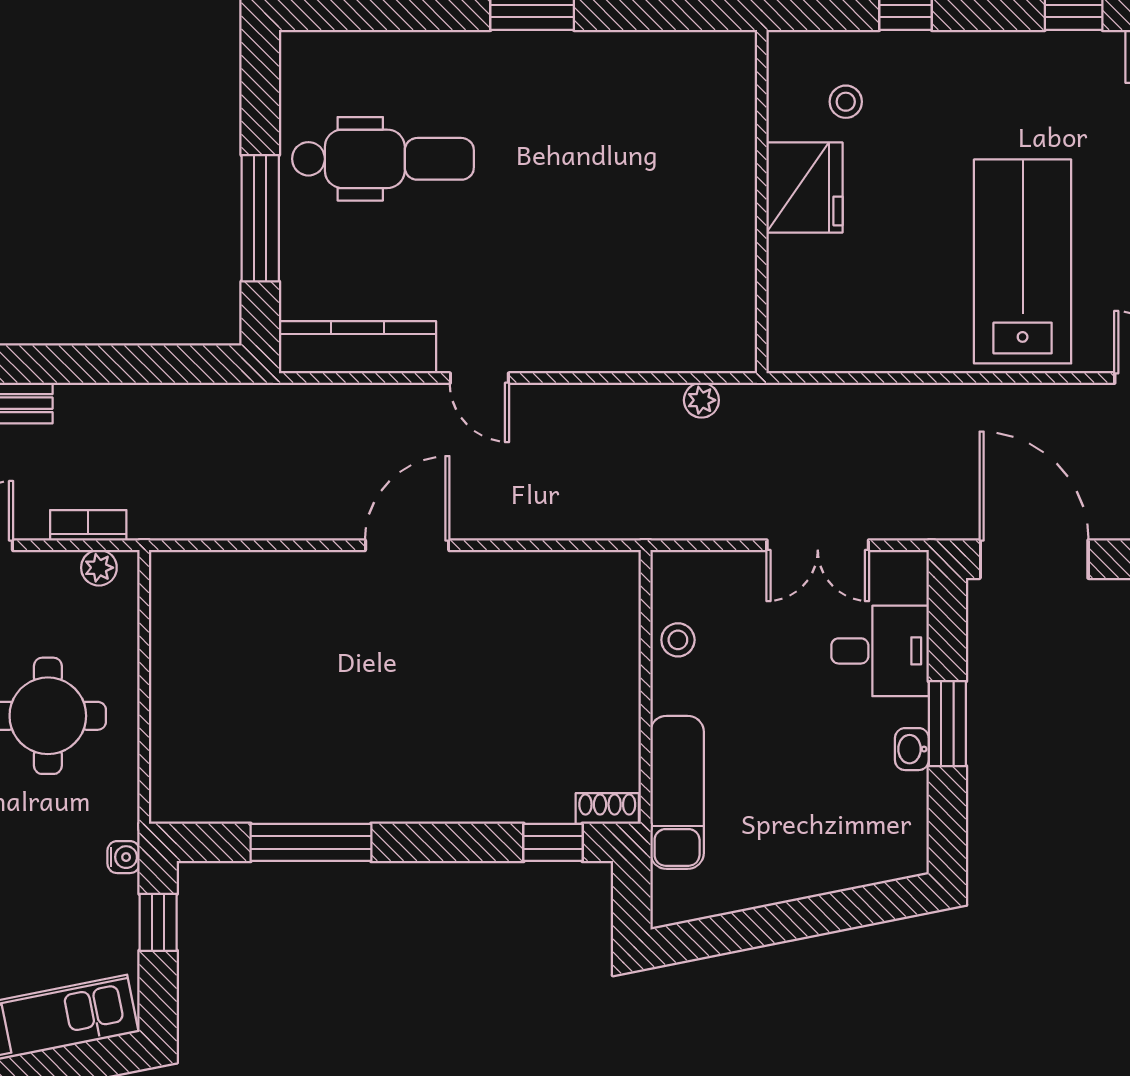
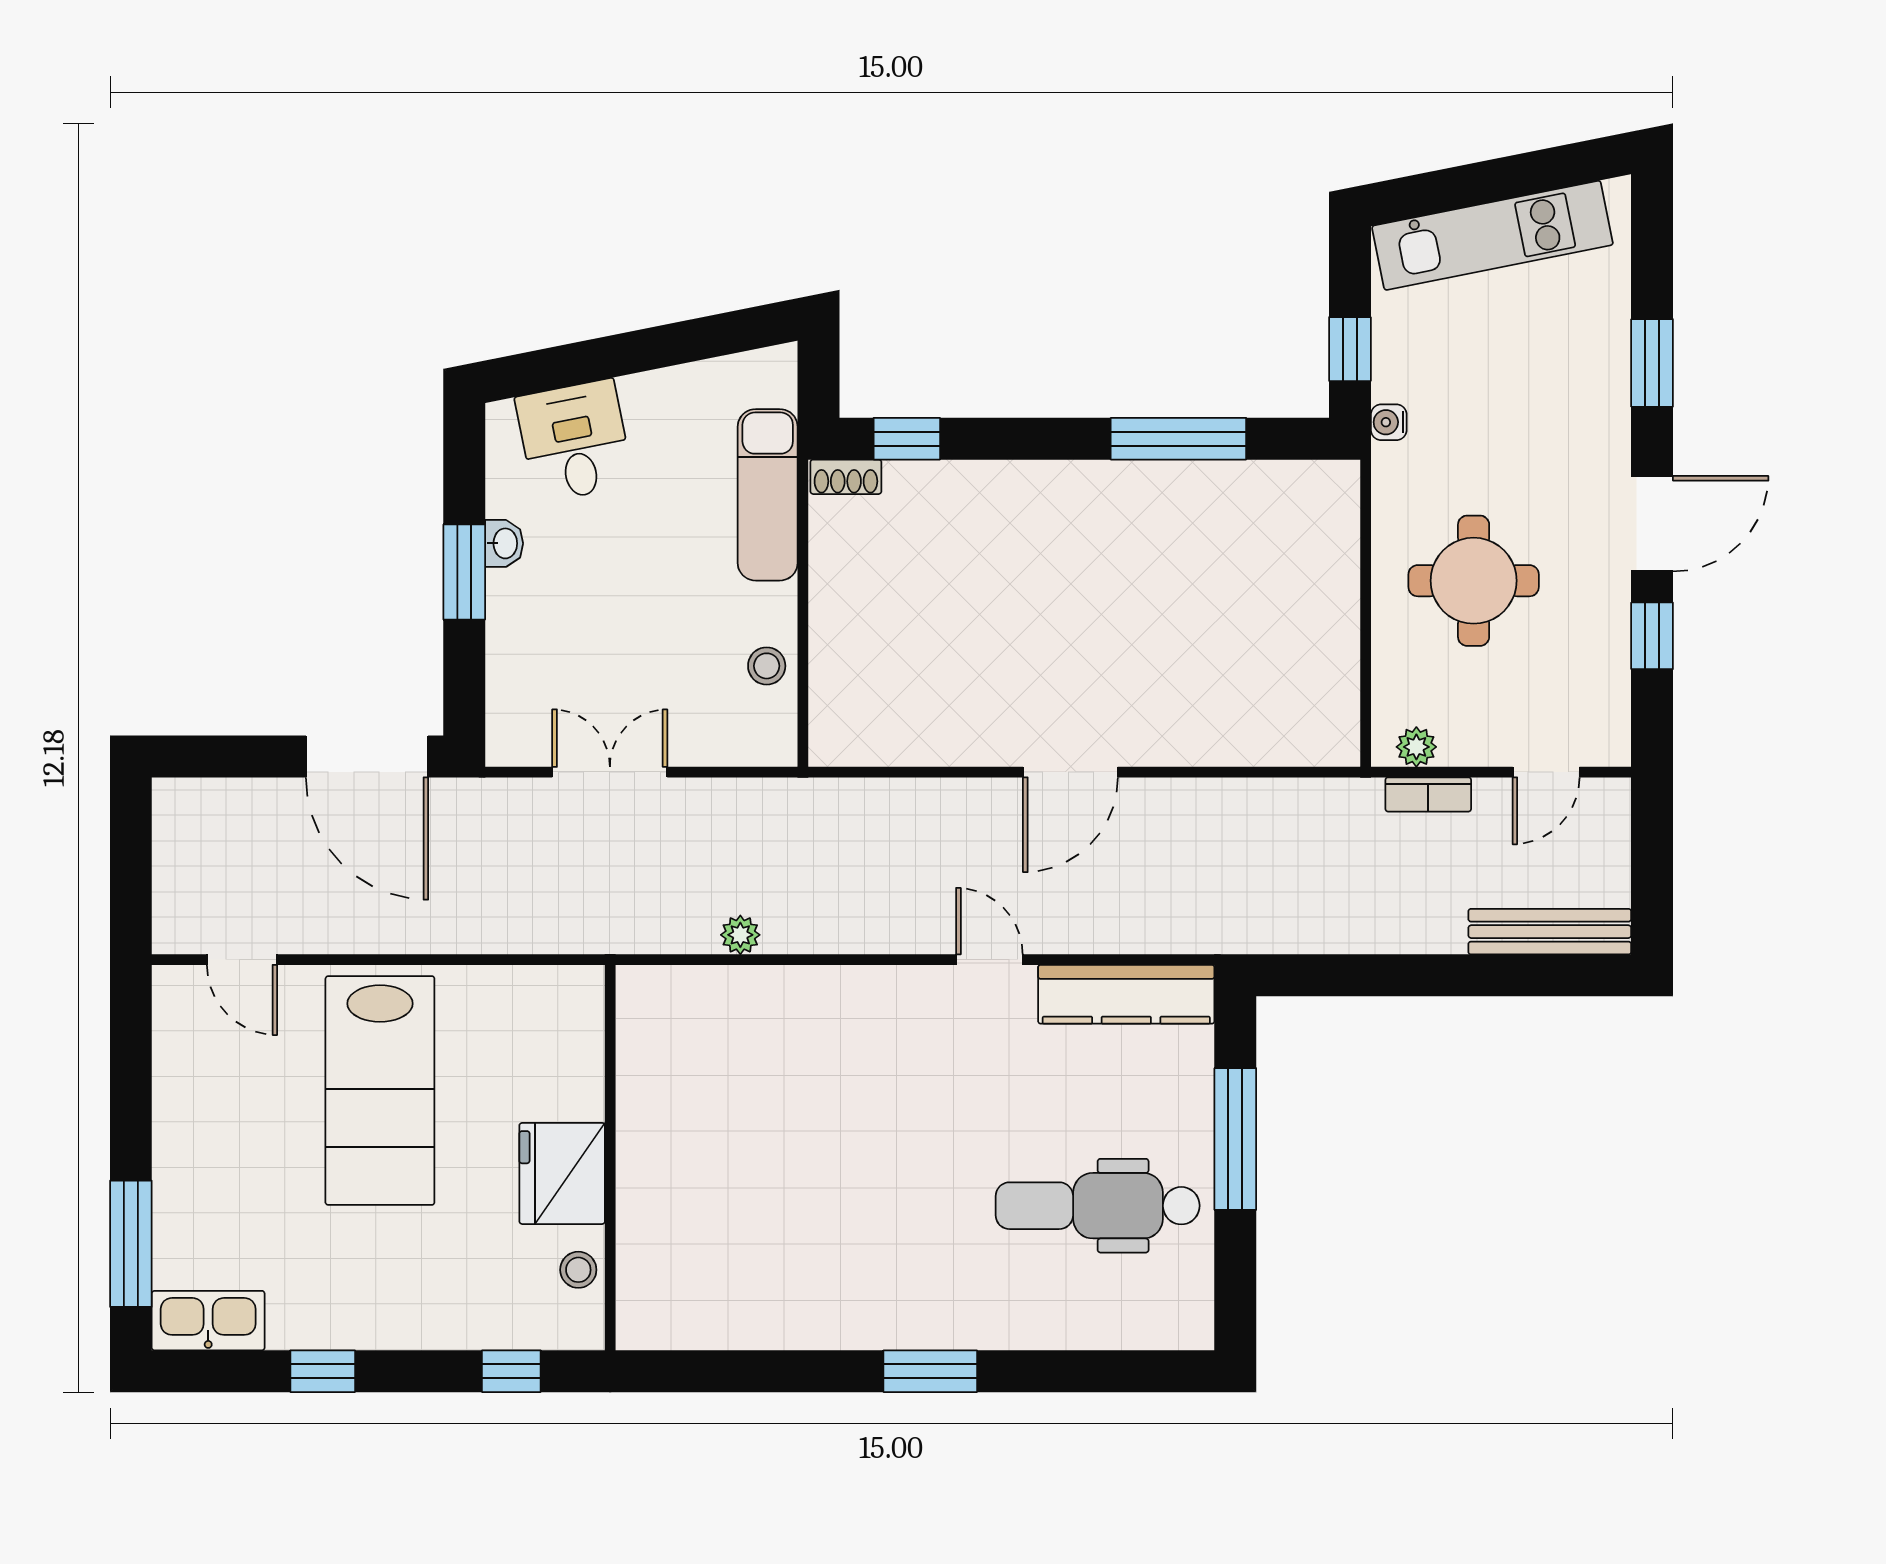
fridge: (804, 188) -> (562, 1173), moved
wall: (762, 202) -> (610, 1158), moved
desk: (880, 651) -> (574, 441), moved, turned 79

